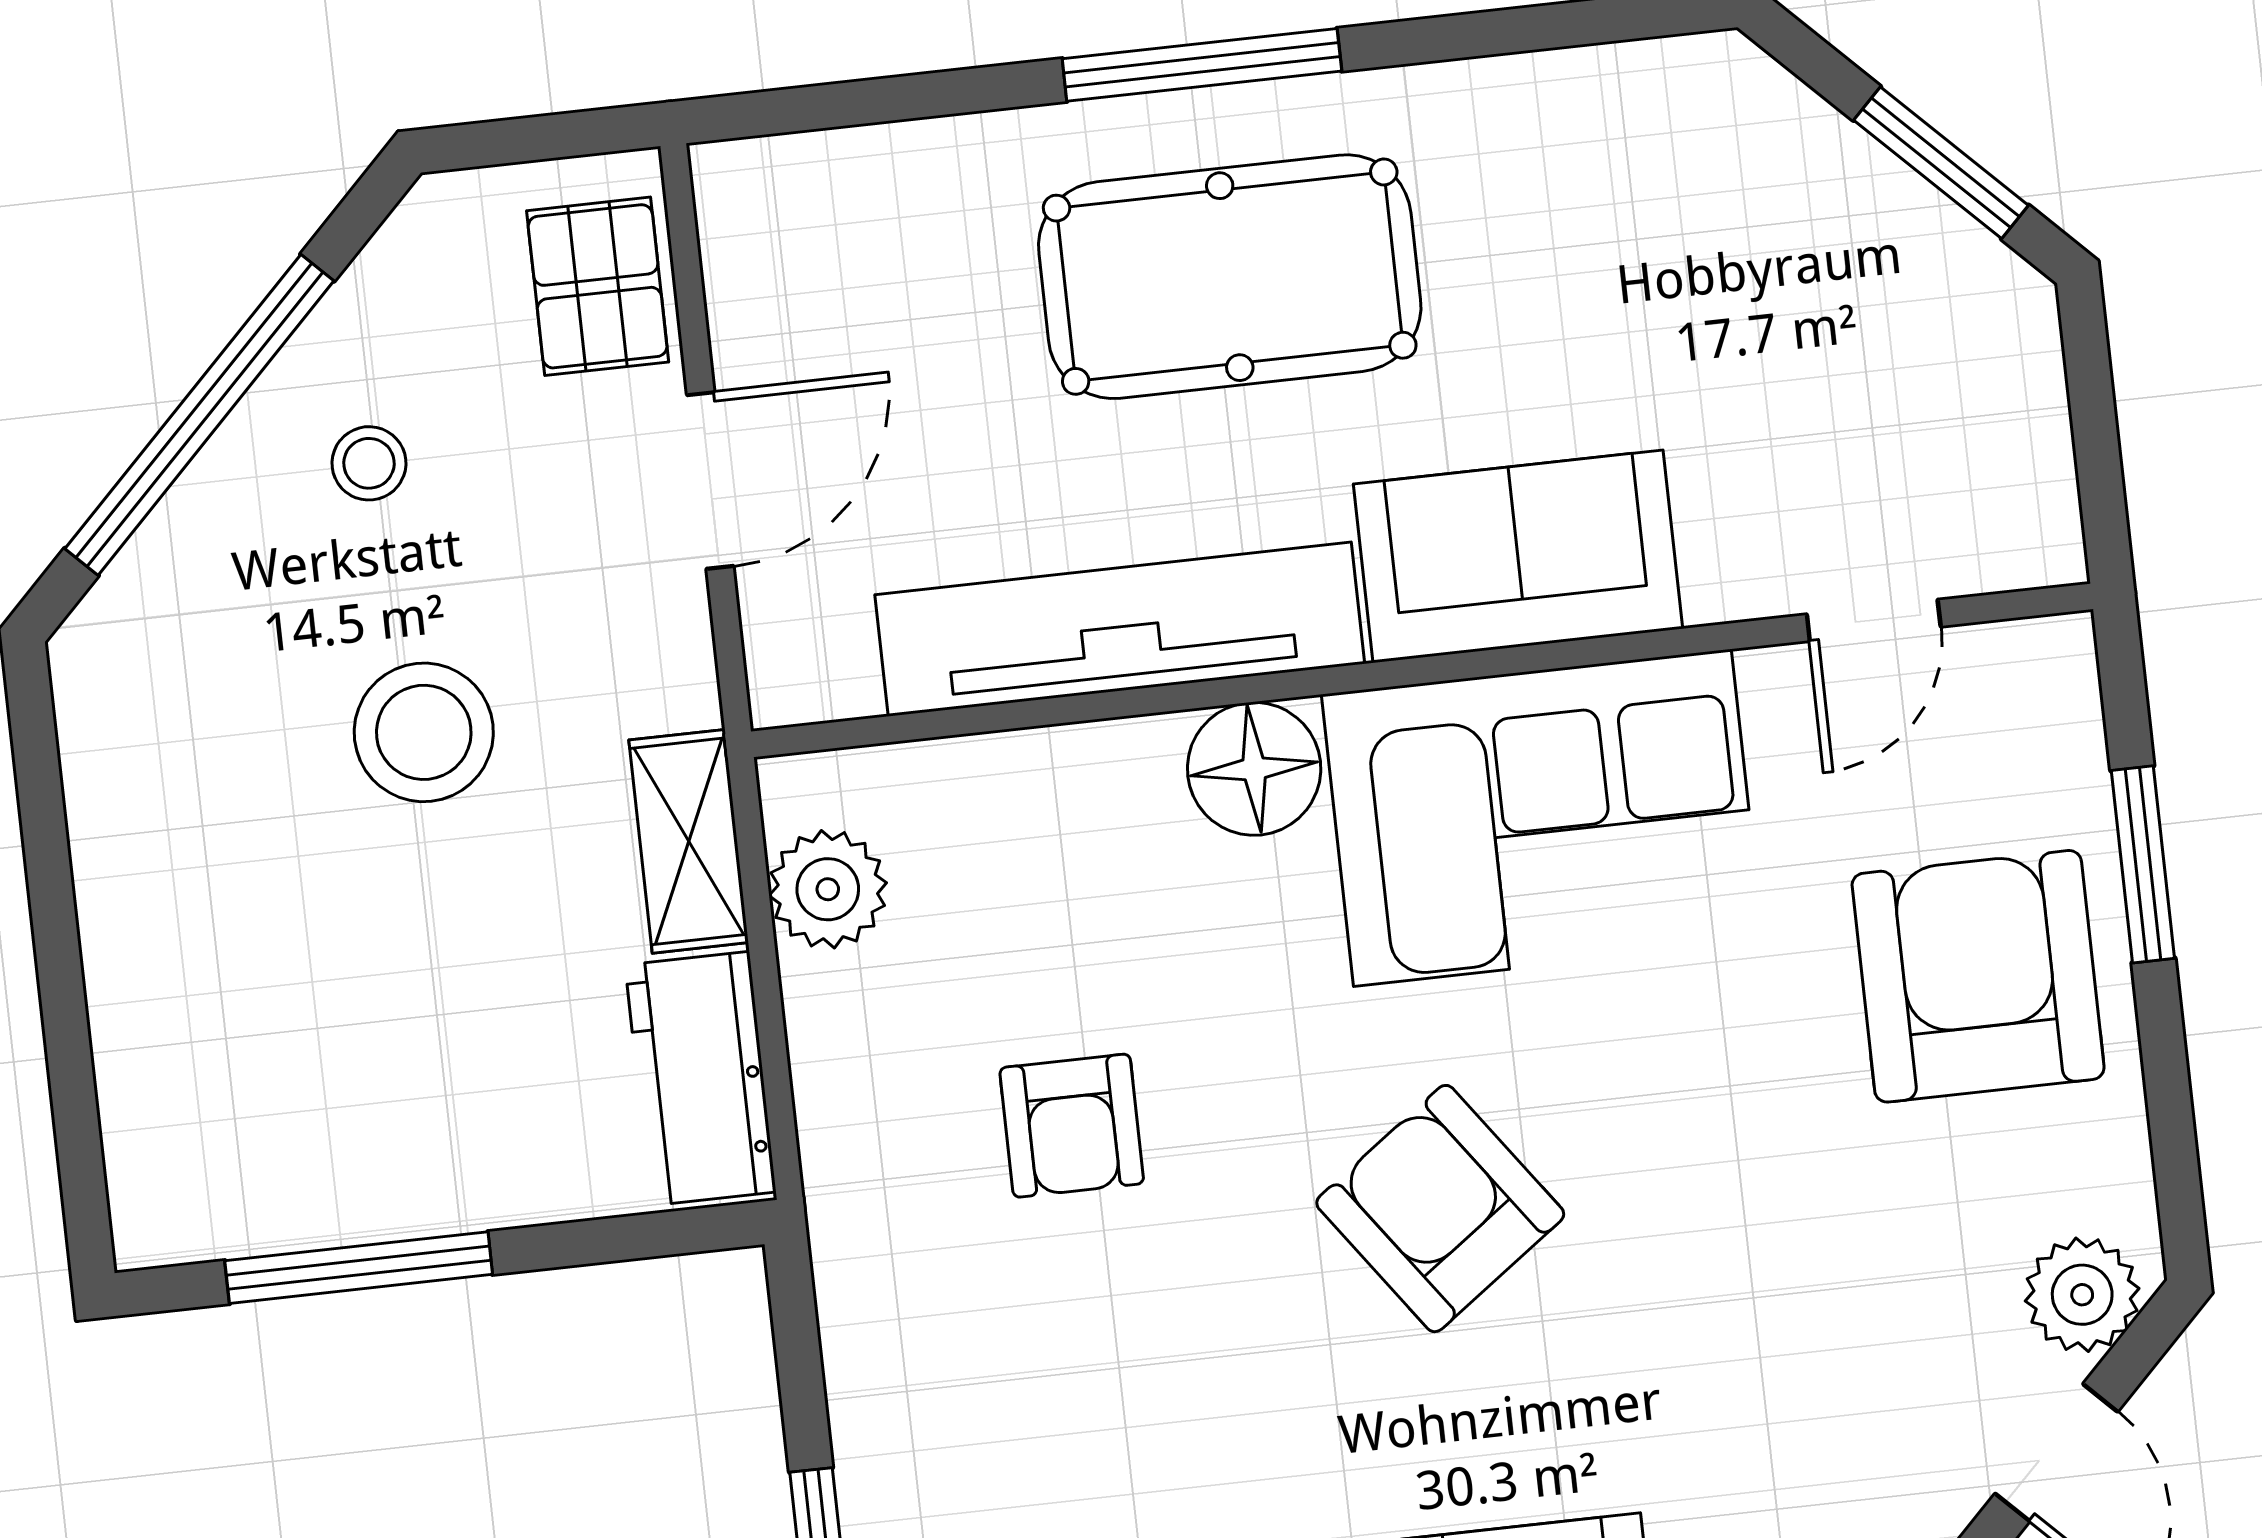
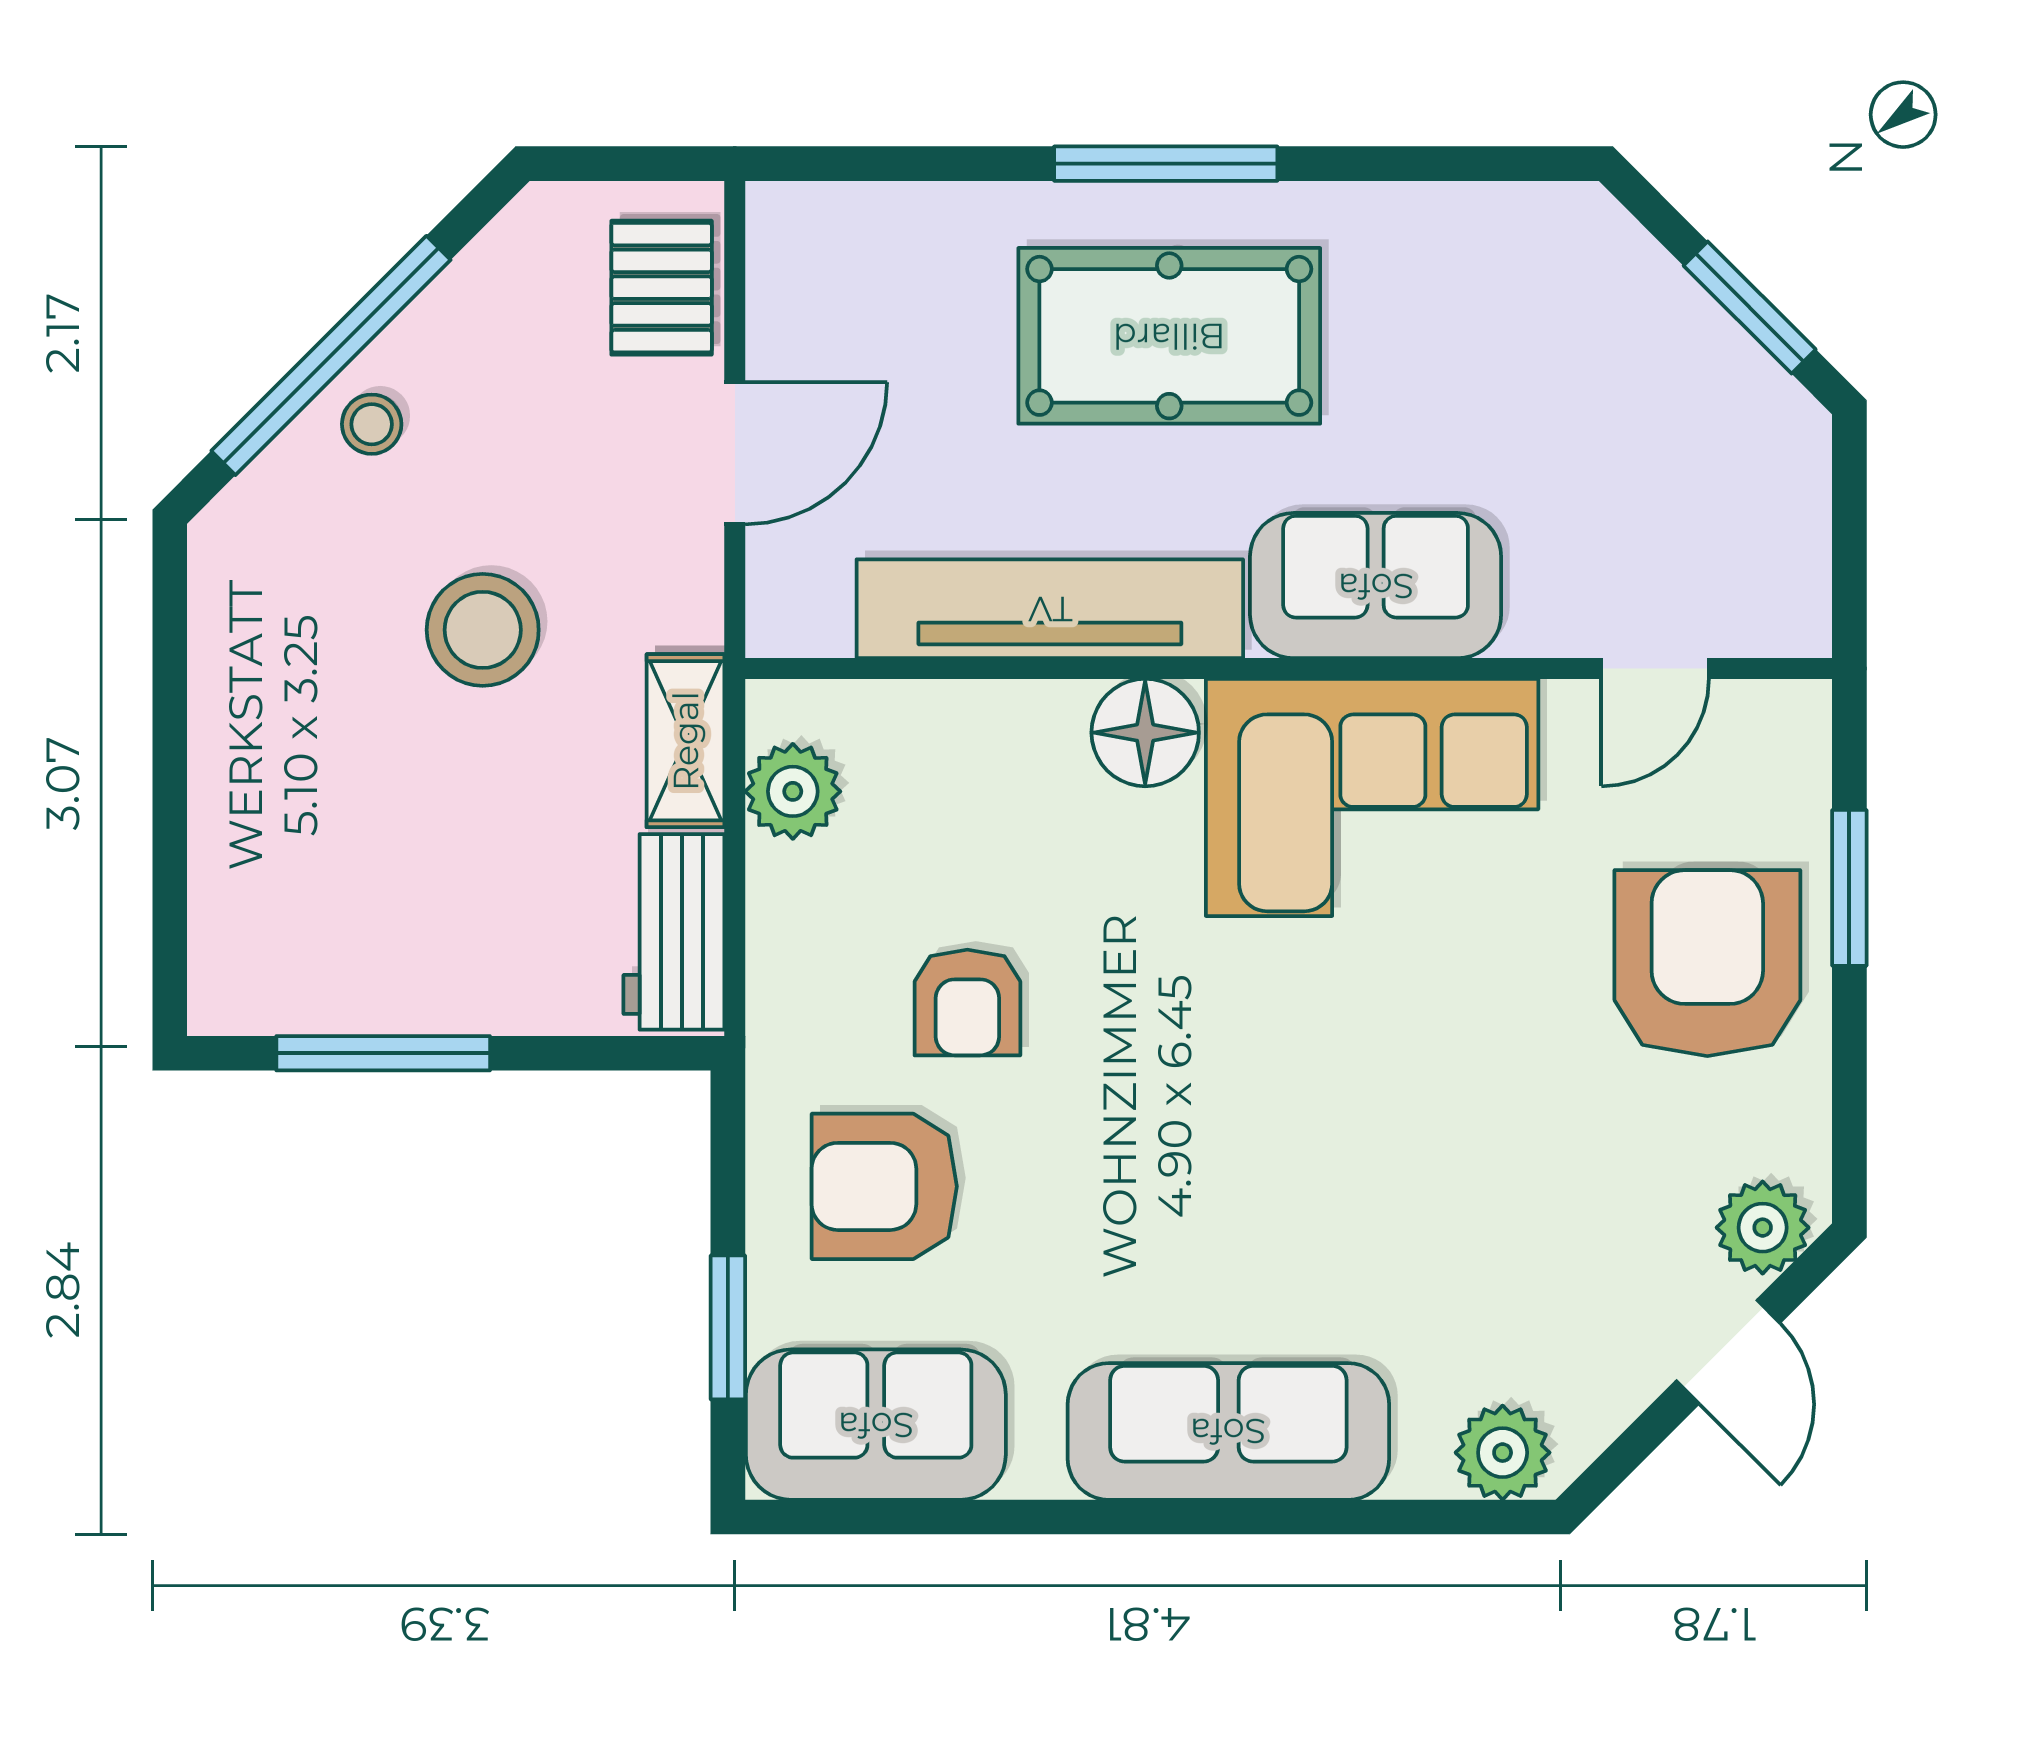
stool: (369, 463) -> (372, 424), moved
armchair: (1440, 1209) -> (884, 1186), moved, turned -54

